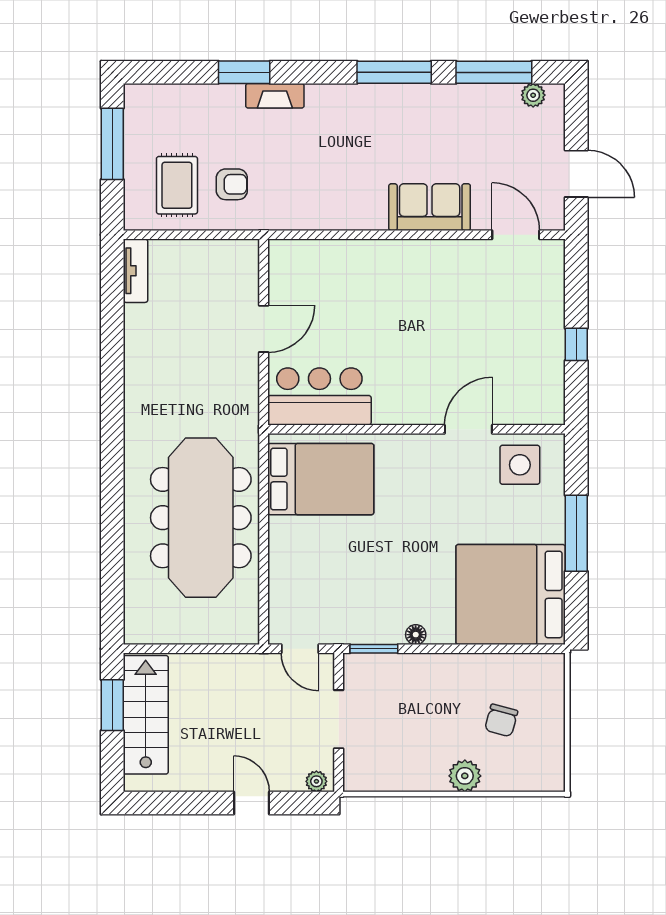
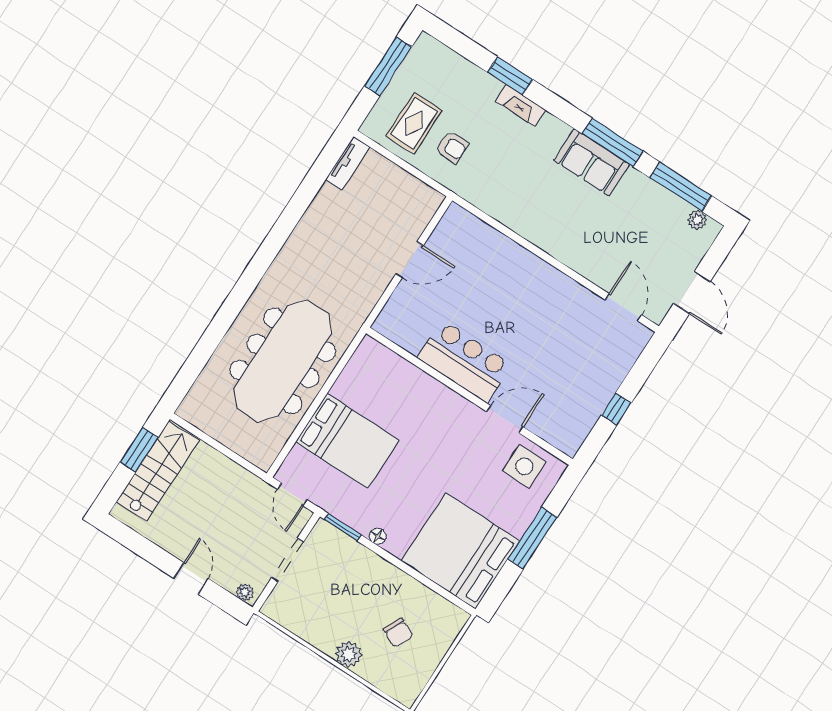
sofa: (430, 207) -> (591, 162), moved, turned 180
bar counter: (319, 396) -> (465, 361), moved
bed: (321, 479) -> (347, 441), moved
chair: (501, 720) -> (398, 633), turned -80

